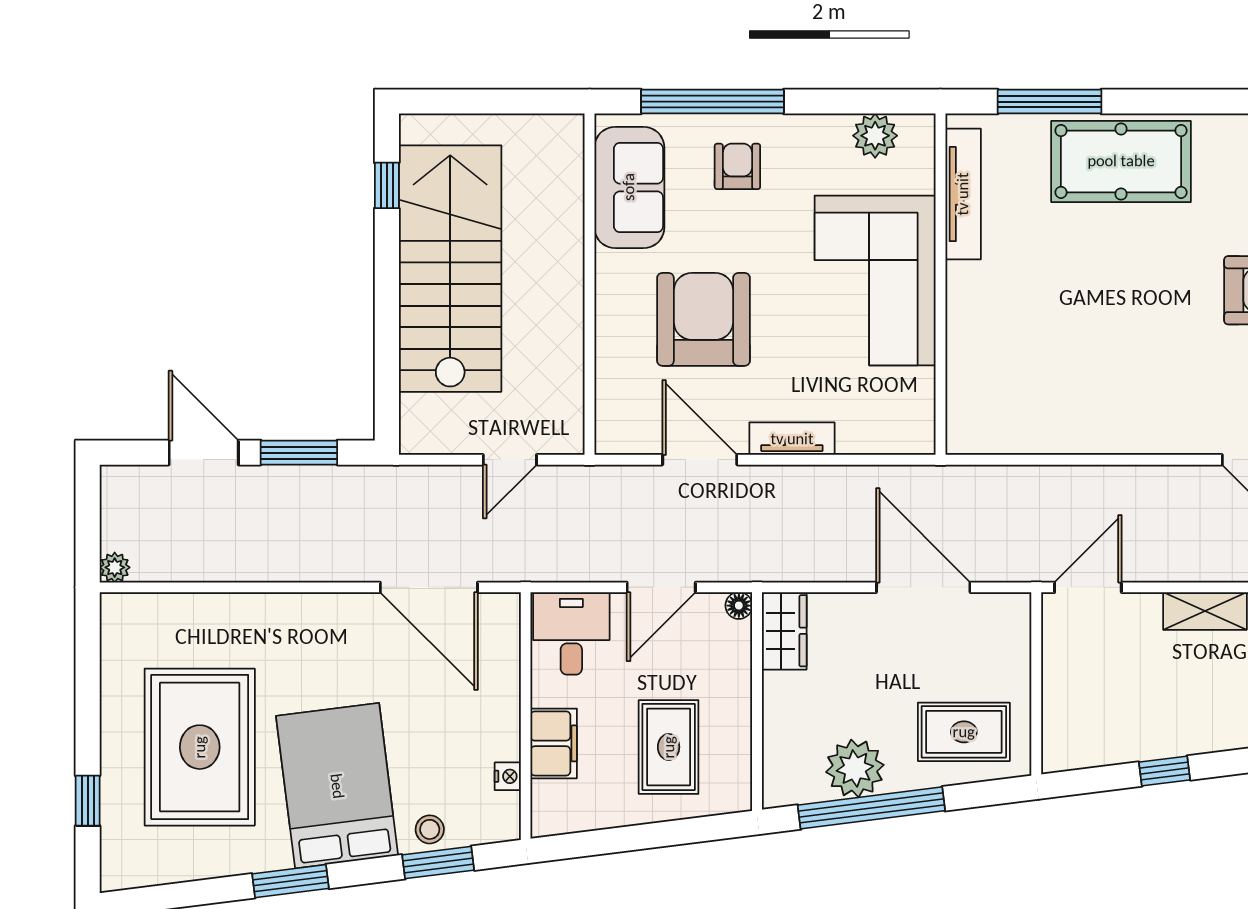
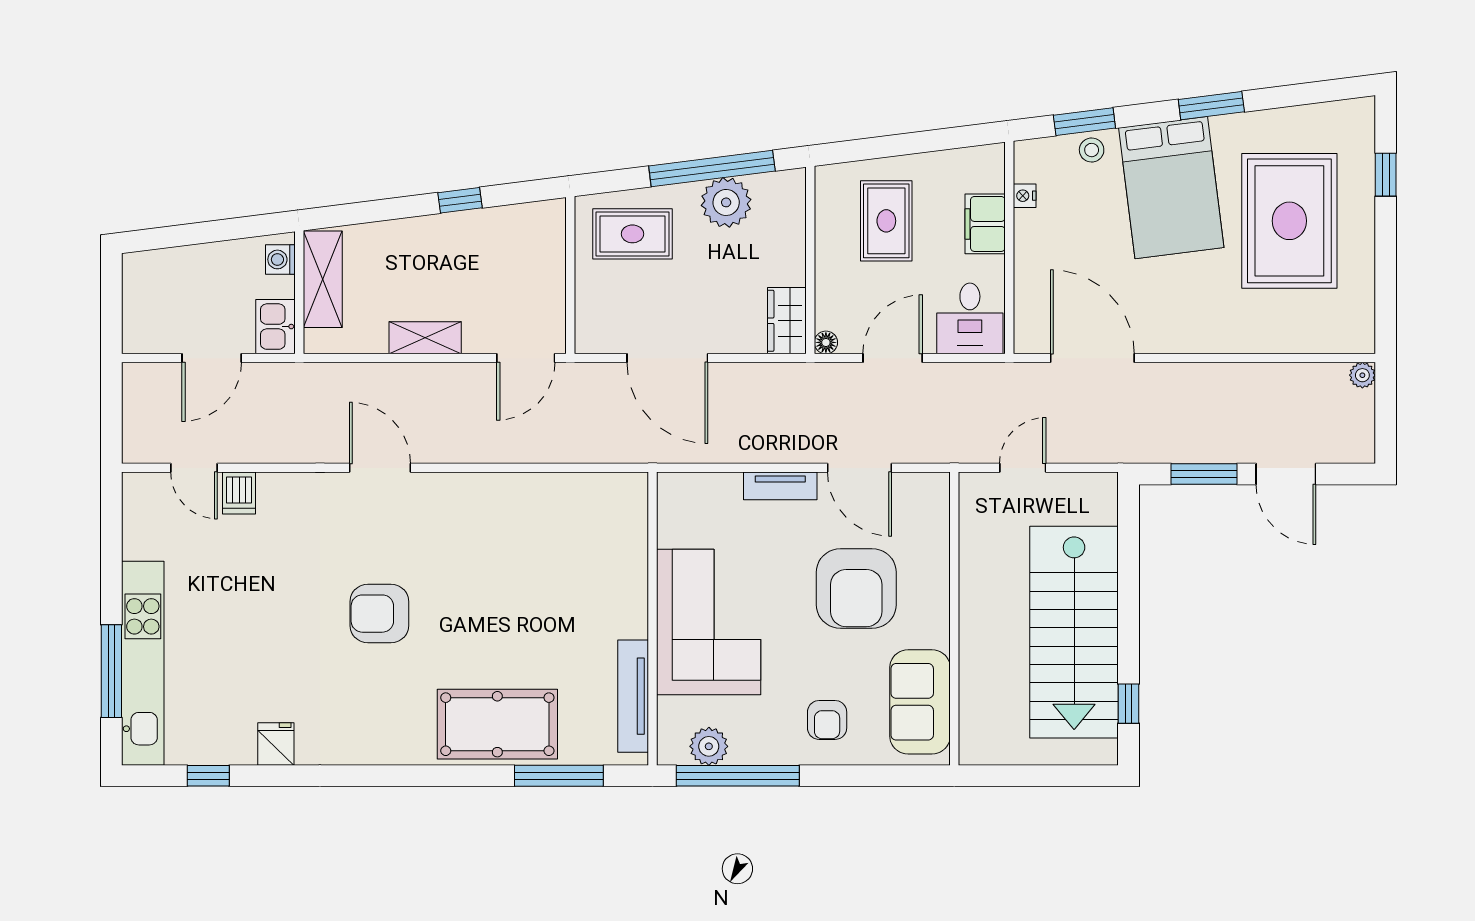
window: (712, 102) -> (738, 776), moved

